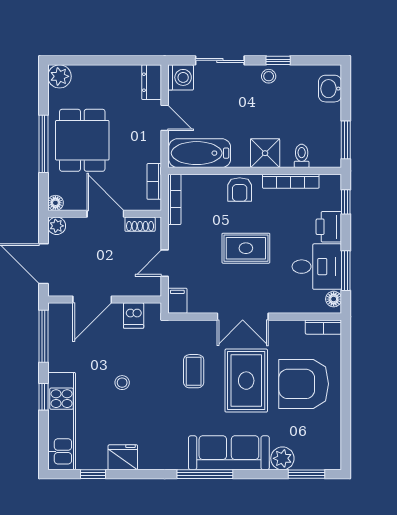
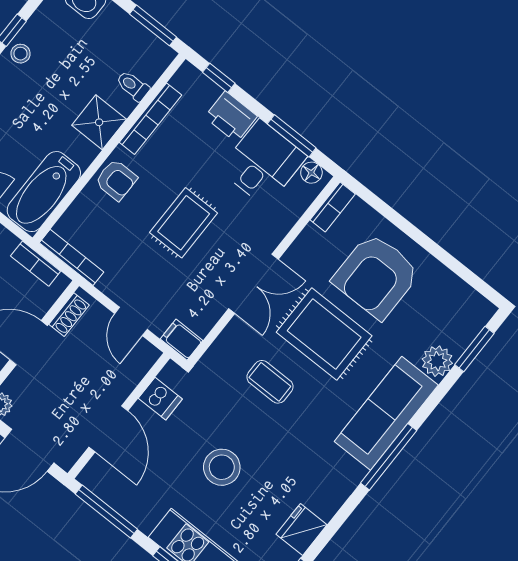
stool: (122, 383) -> (222, 467), width x1.89, depth x1.89

